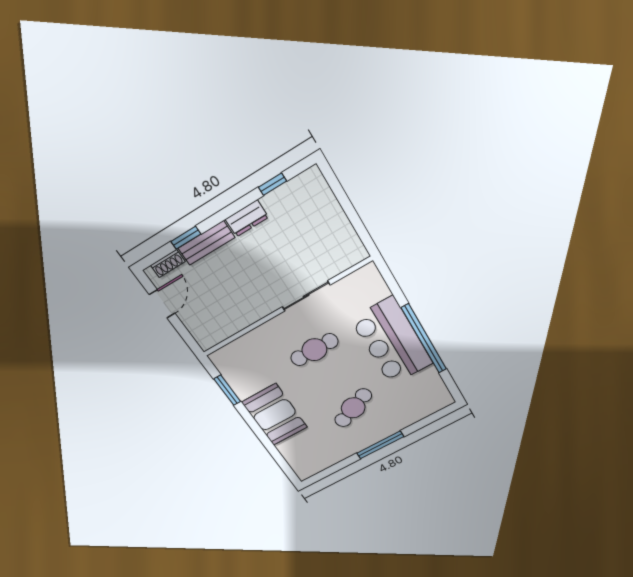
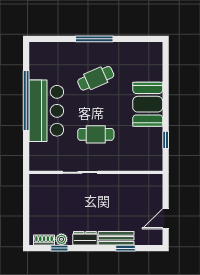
plant: (277, 198) -> (61, 239), added
shoe rack: (168, 263) -> (44, 240), moved
window: (227, 390) -> (166, 140), width x0.67

